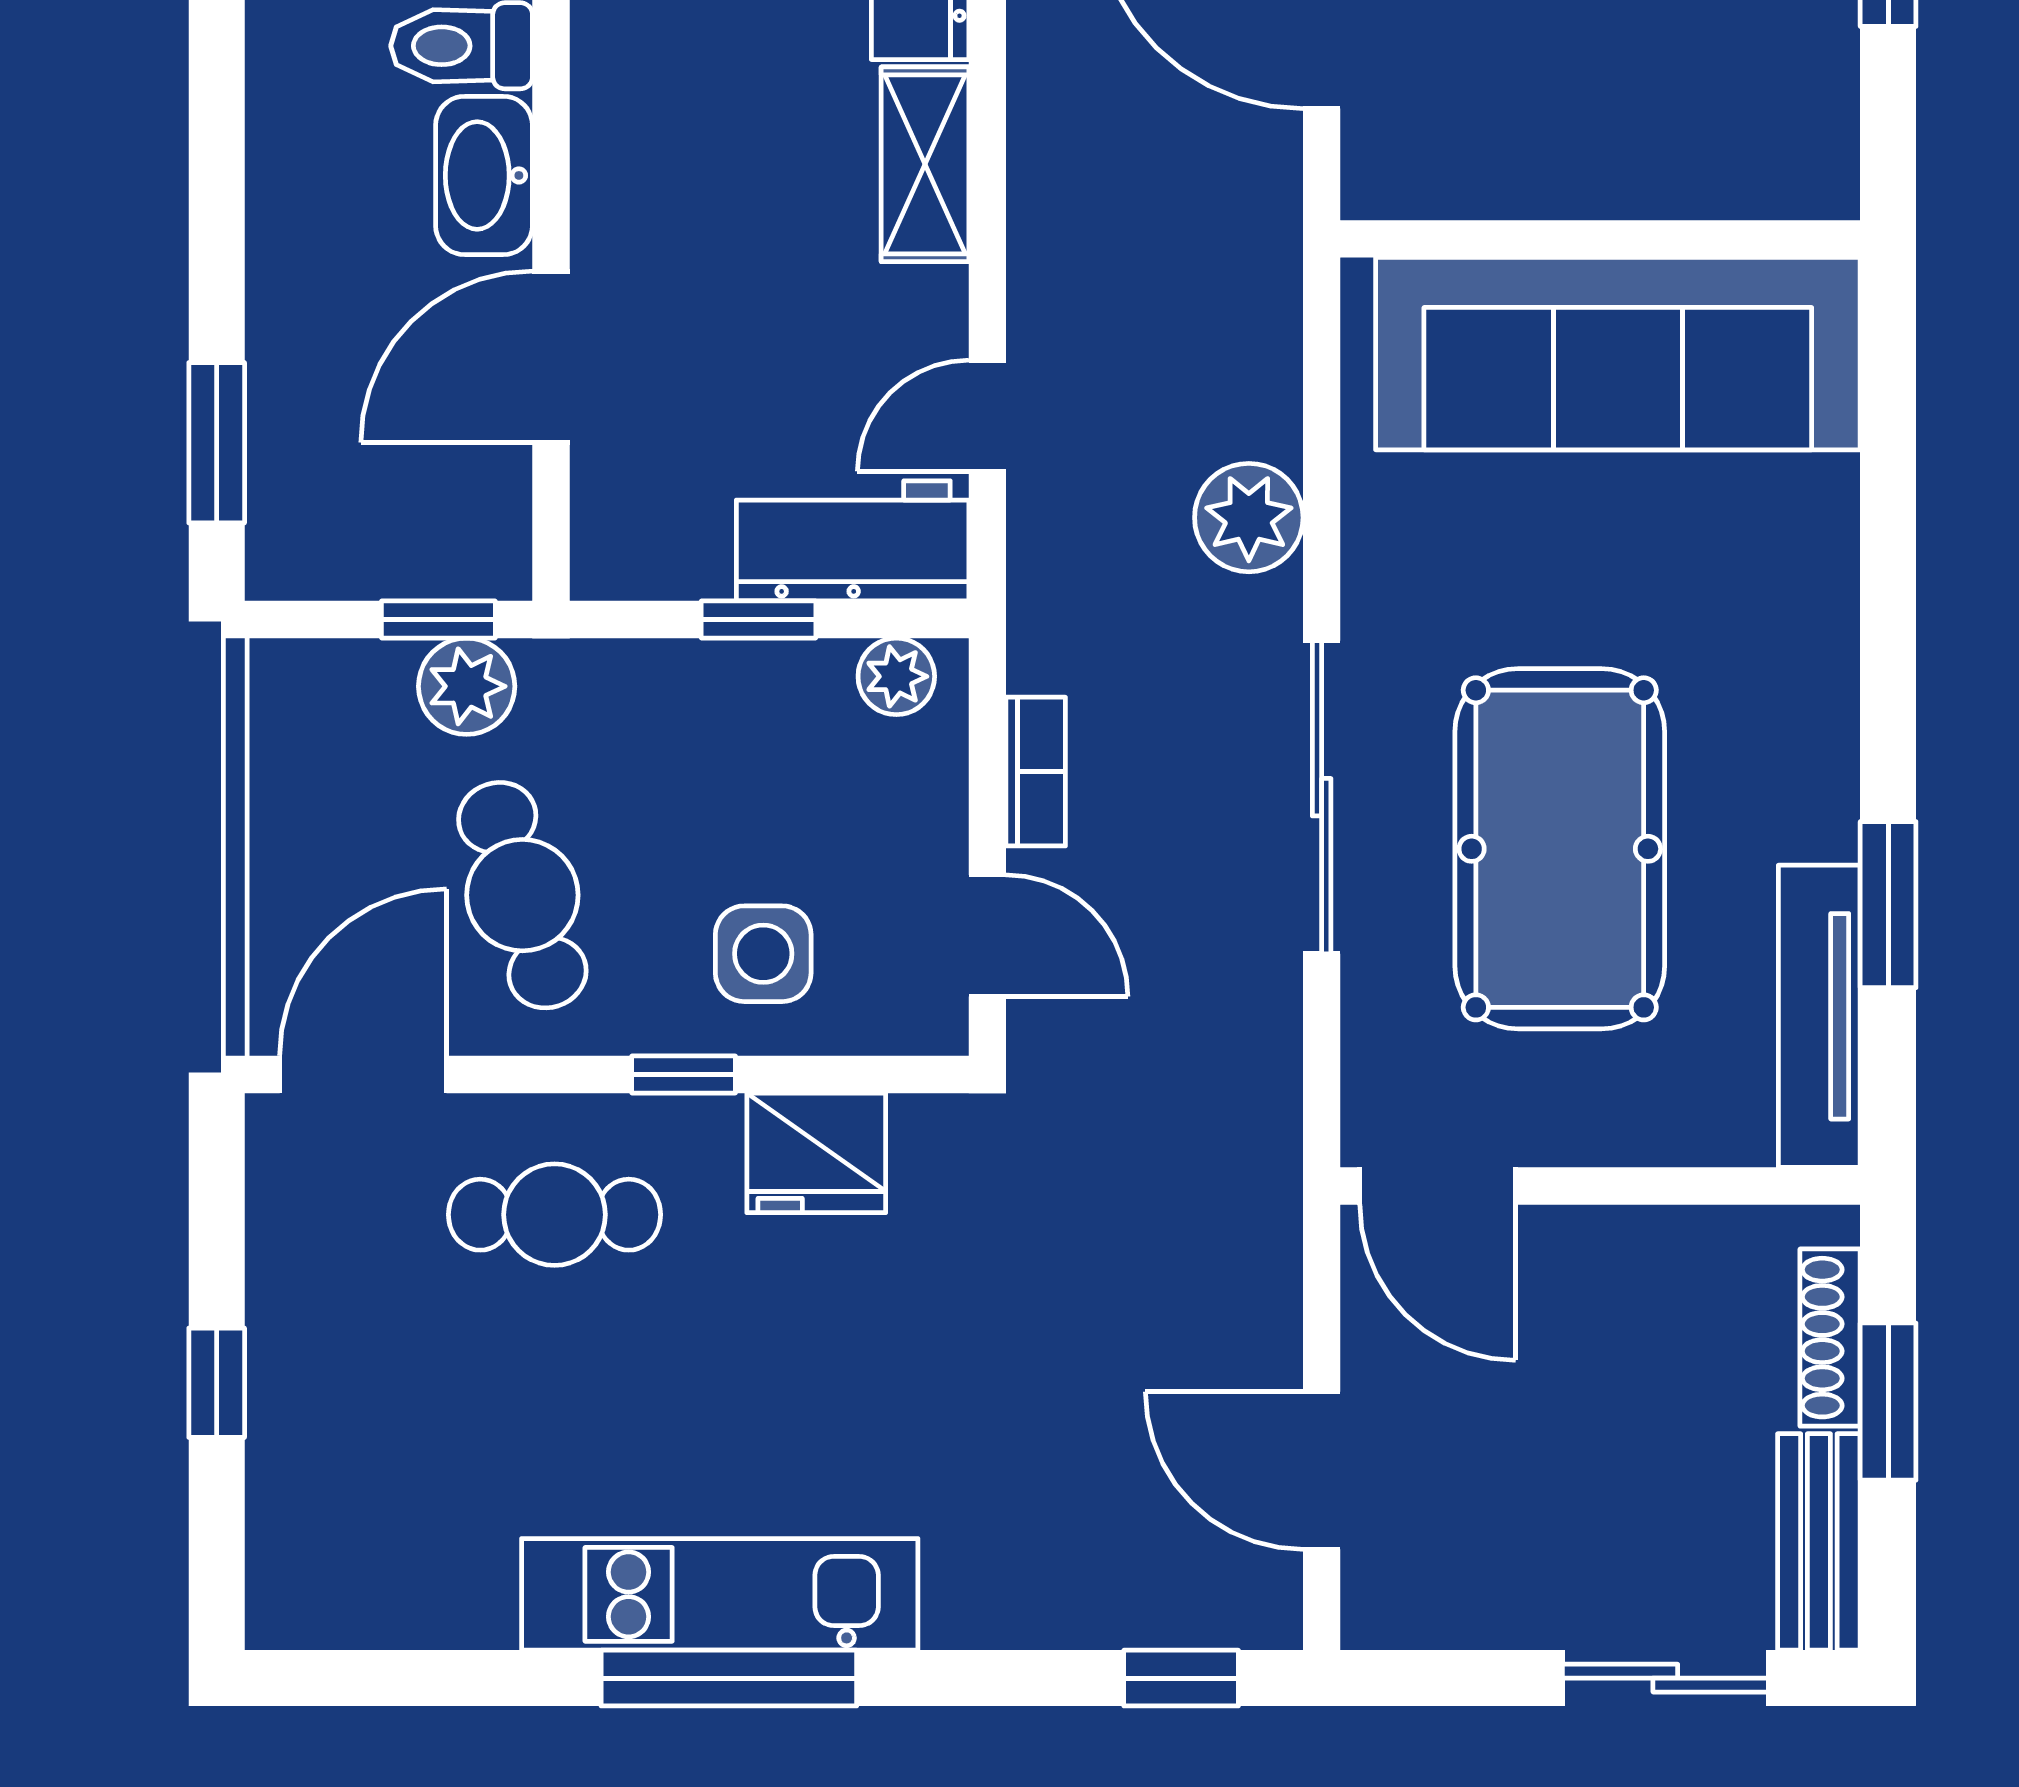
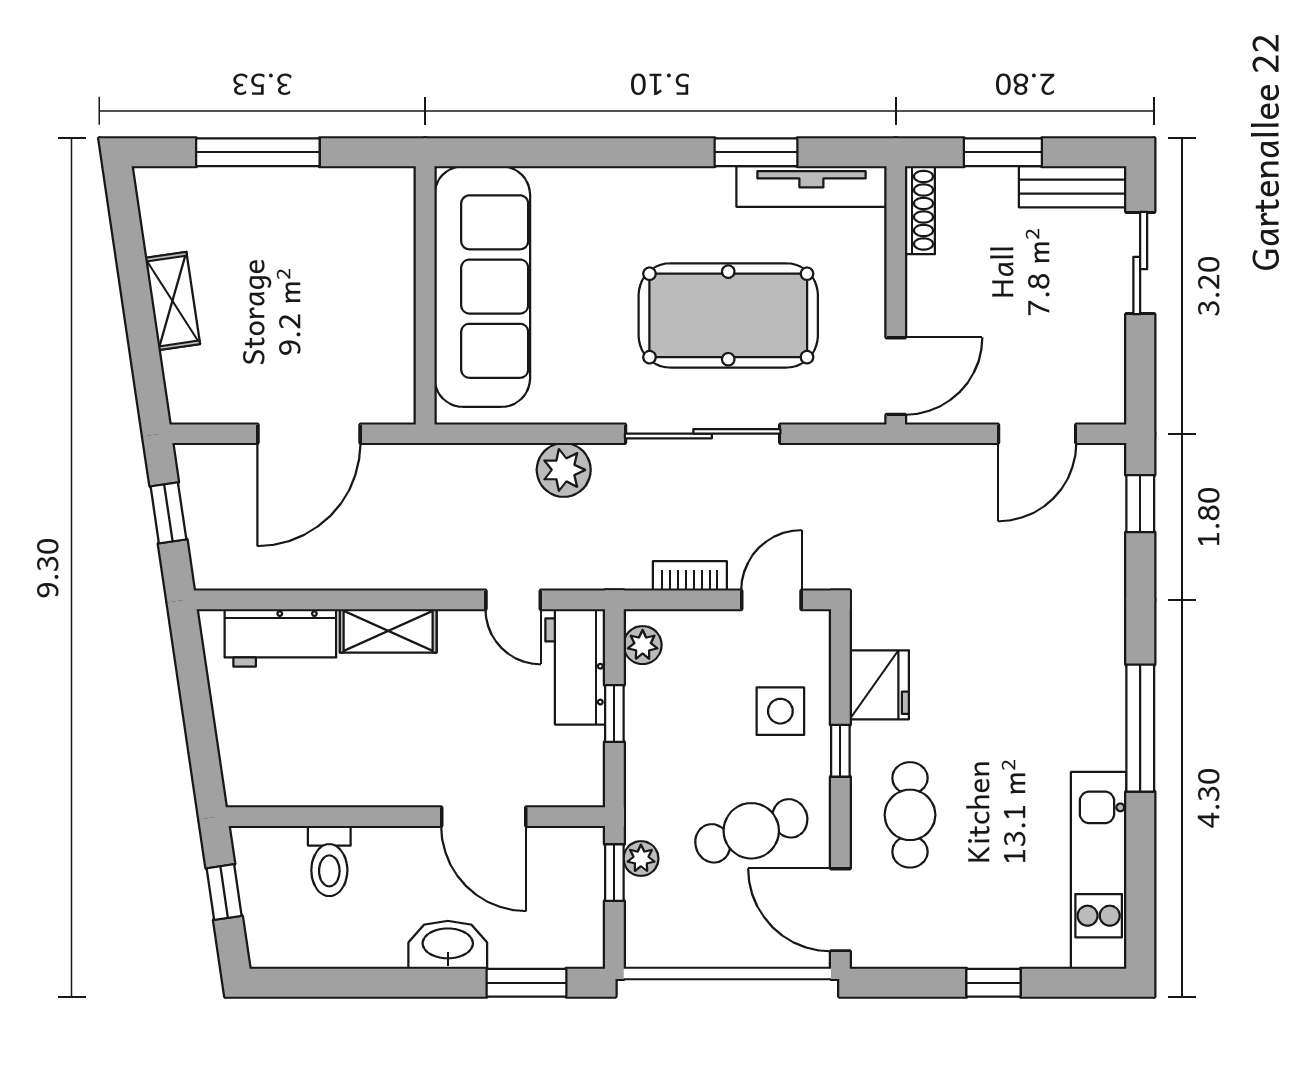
washbasin: (484, 175) -> (448, 945), moved, turned 180
plant: (467, 686) -> (641, 859), width x0.73, depth x0.73
shoe rack: (1830, 1338) -> (920, 210), moved, turned -90
kitchen unit: (720, 1594) -> (1099, 870), moved

